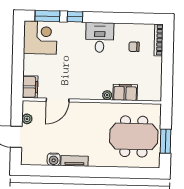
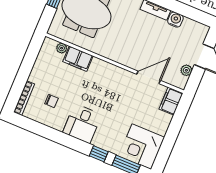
plant: (107, 95) -> (62, 48), moved

